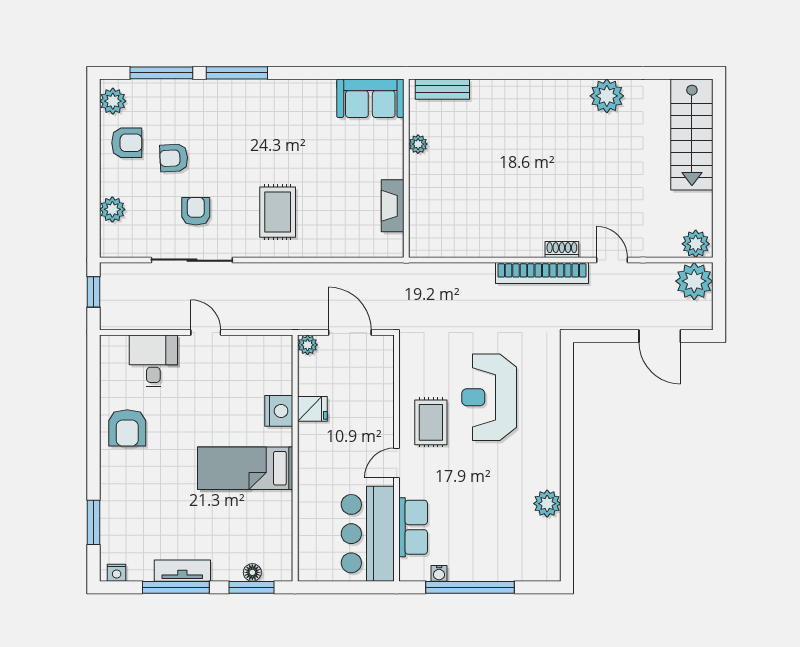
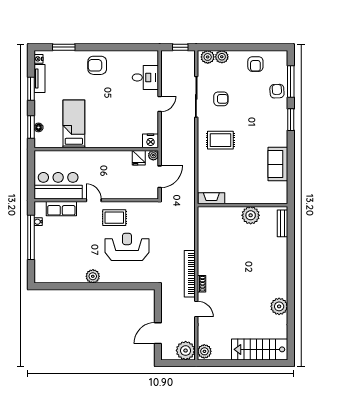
window: (237, 73) -> (291, 120), width x0.69
sofa: (370, 98) -> (278, 164), moved
plant: (113, 101) -> (208, 57), moved
plant: (418, 144) -> (251, 215), width x1.88, depth x1.88
armchair: (174, 158) -> (277, 91), moved
fireplace: (393, 206) -> (211, 198), moved
door: (612, 260) -> (196, 309), hinge flipped
fridge: (312, 409) -> (139, 158), moved
nightstand: (279, 411) -> (151, 141), moved
armchair: (127, 428) -> (97, 65), moved
bed: (245, 468) -> (74, 124), moved
plant: (547, 504) -> (93, 276), moved
tv unit: (182, 571) -> (39, 79), moved
window: (176, 587) -> (31, 89), width x0.69

